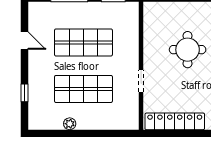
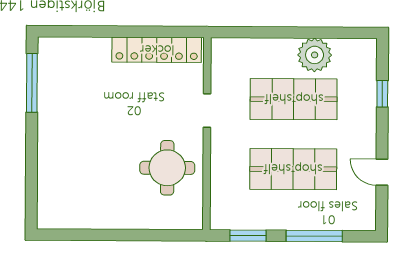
round table: (188, 50) -> (167, 168), moved
plant: (70, 124) -> (315, 55), width x1.88, depth x1.88

